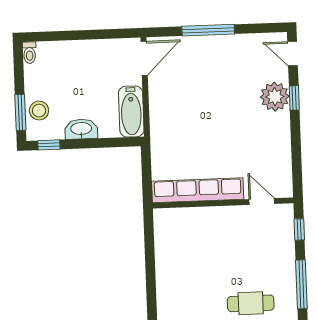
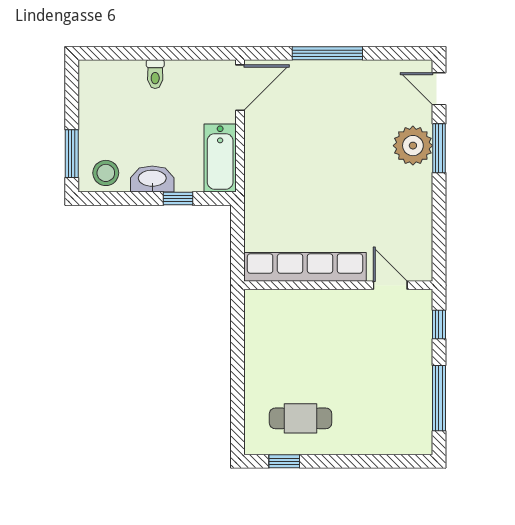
toilet: (30, 53) -> (155, 74), moved
window: (294, 98) -> (439, 148), width x1.50
stool: (39, 111) -> (106, 173), moved
window: (49, 145) -> (178, 199), moved
cafe table: (251, 303) -> (301, 418), moved

